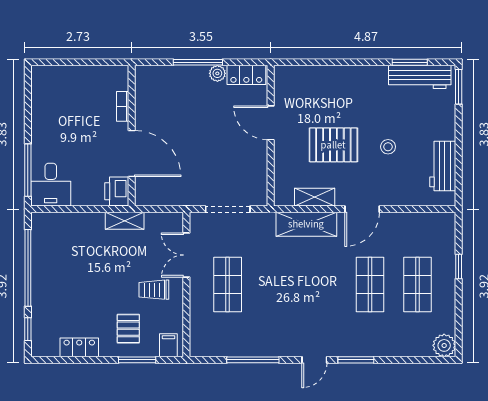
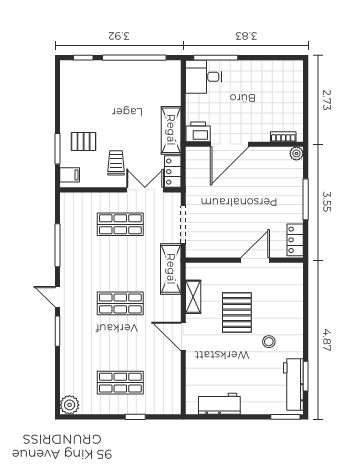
plant: (217, 73) -> (296, 153), moved
bookcase: (123, 106) -> (283, 137), moved
stool: (388, 147) -> (269, 342), moved
shelving: (125, 221) -> (171, 130), width x1.50, depth x1.33
shelving: (306, 224) -> (171, 269), moved
shop shelf: (370, 285) -> (120, 303), moved
locker: (79, 347) -> (173, 172), moved, turned 180

